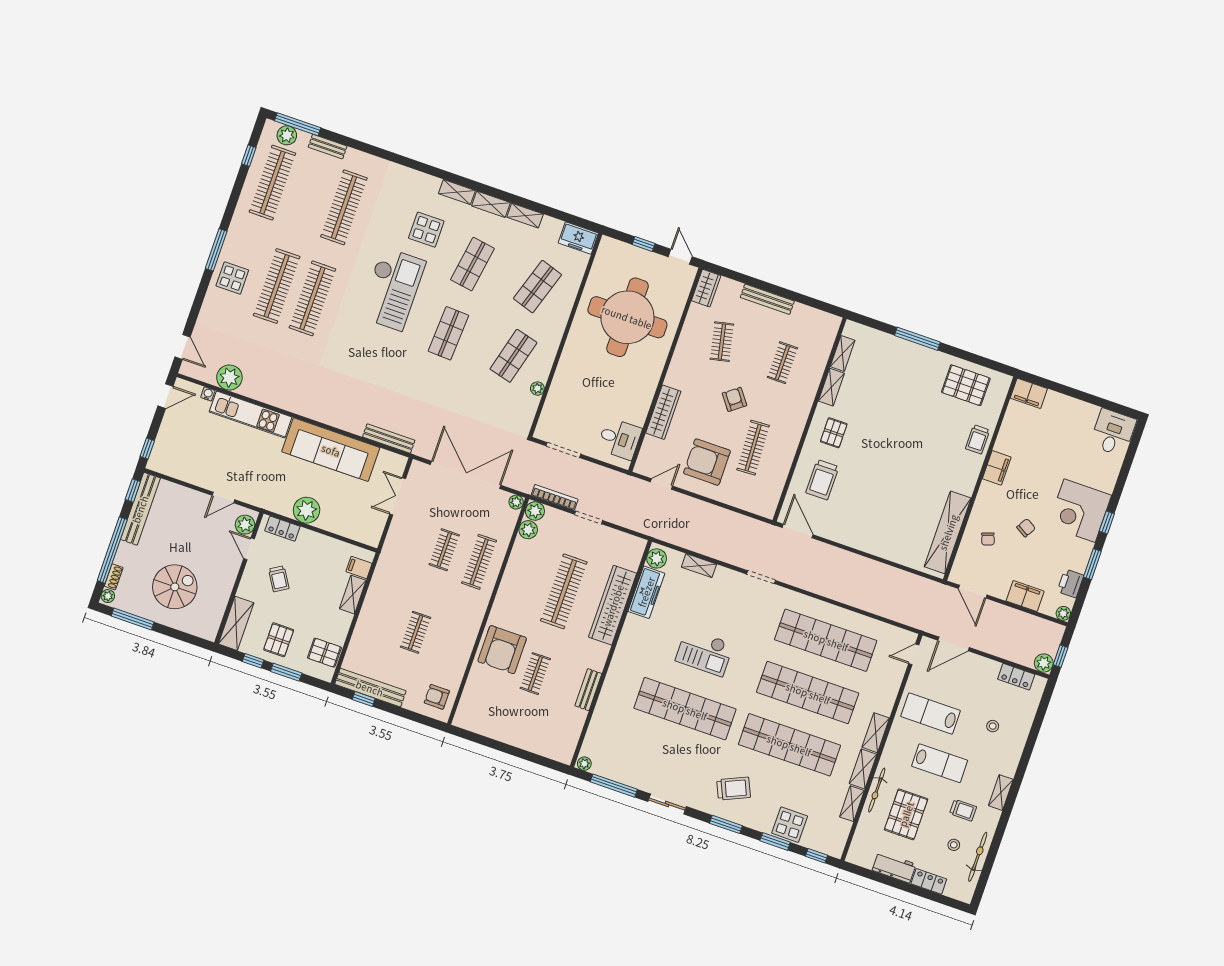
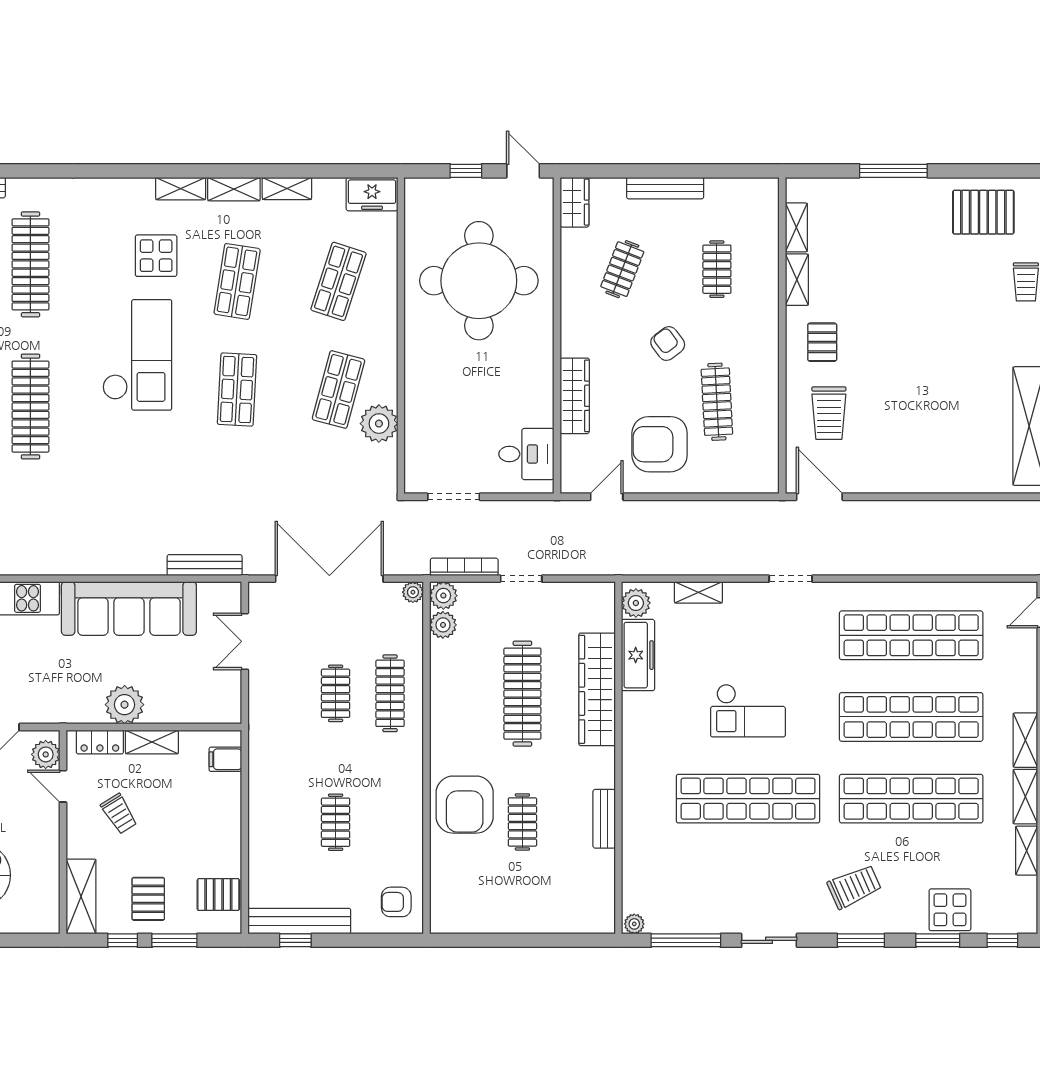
clothes rail: (722, 342) -> (622, 269), turned 33
plant: (537, 389) -> (379, 424), width x1.88, depth x1.88
shelving: (353, 595) -> (152, 742), moved, turned 90

